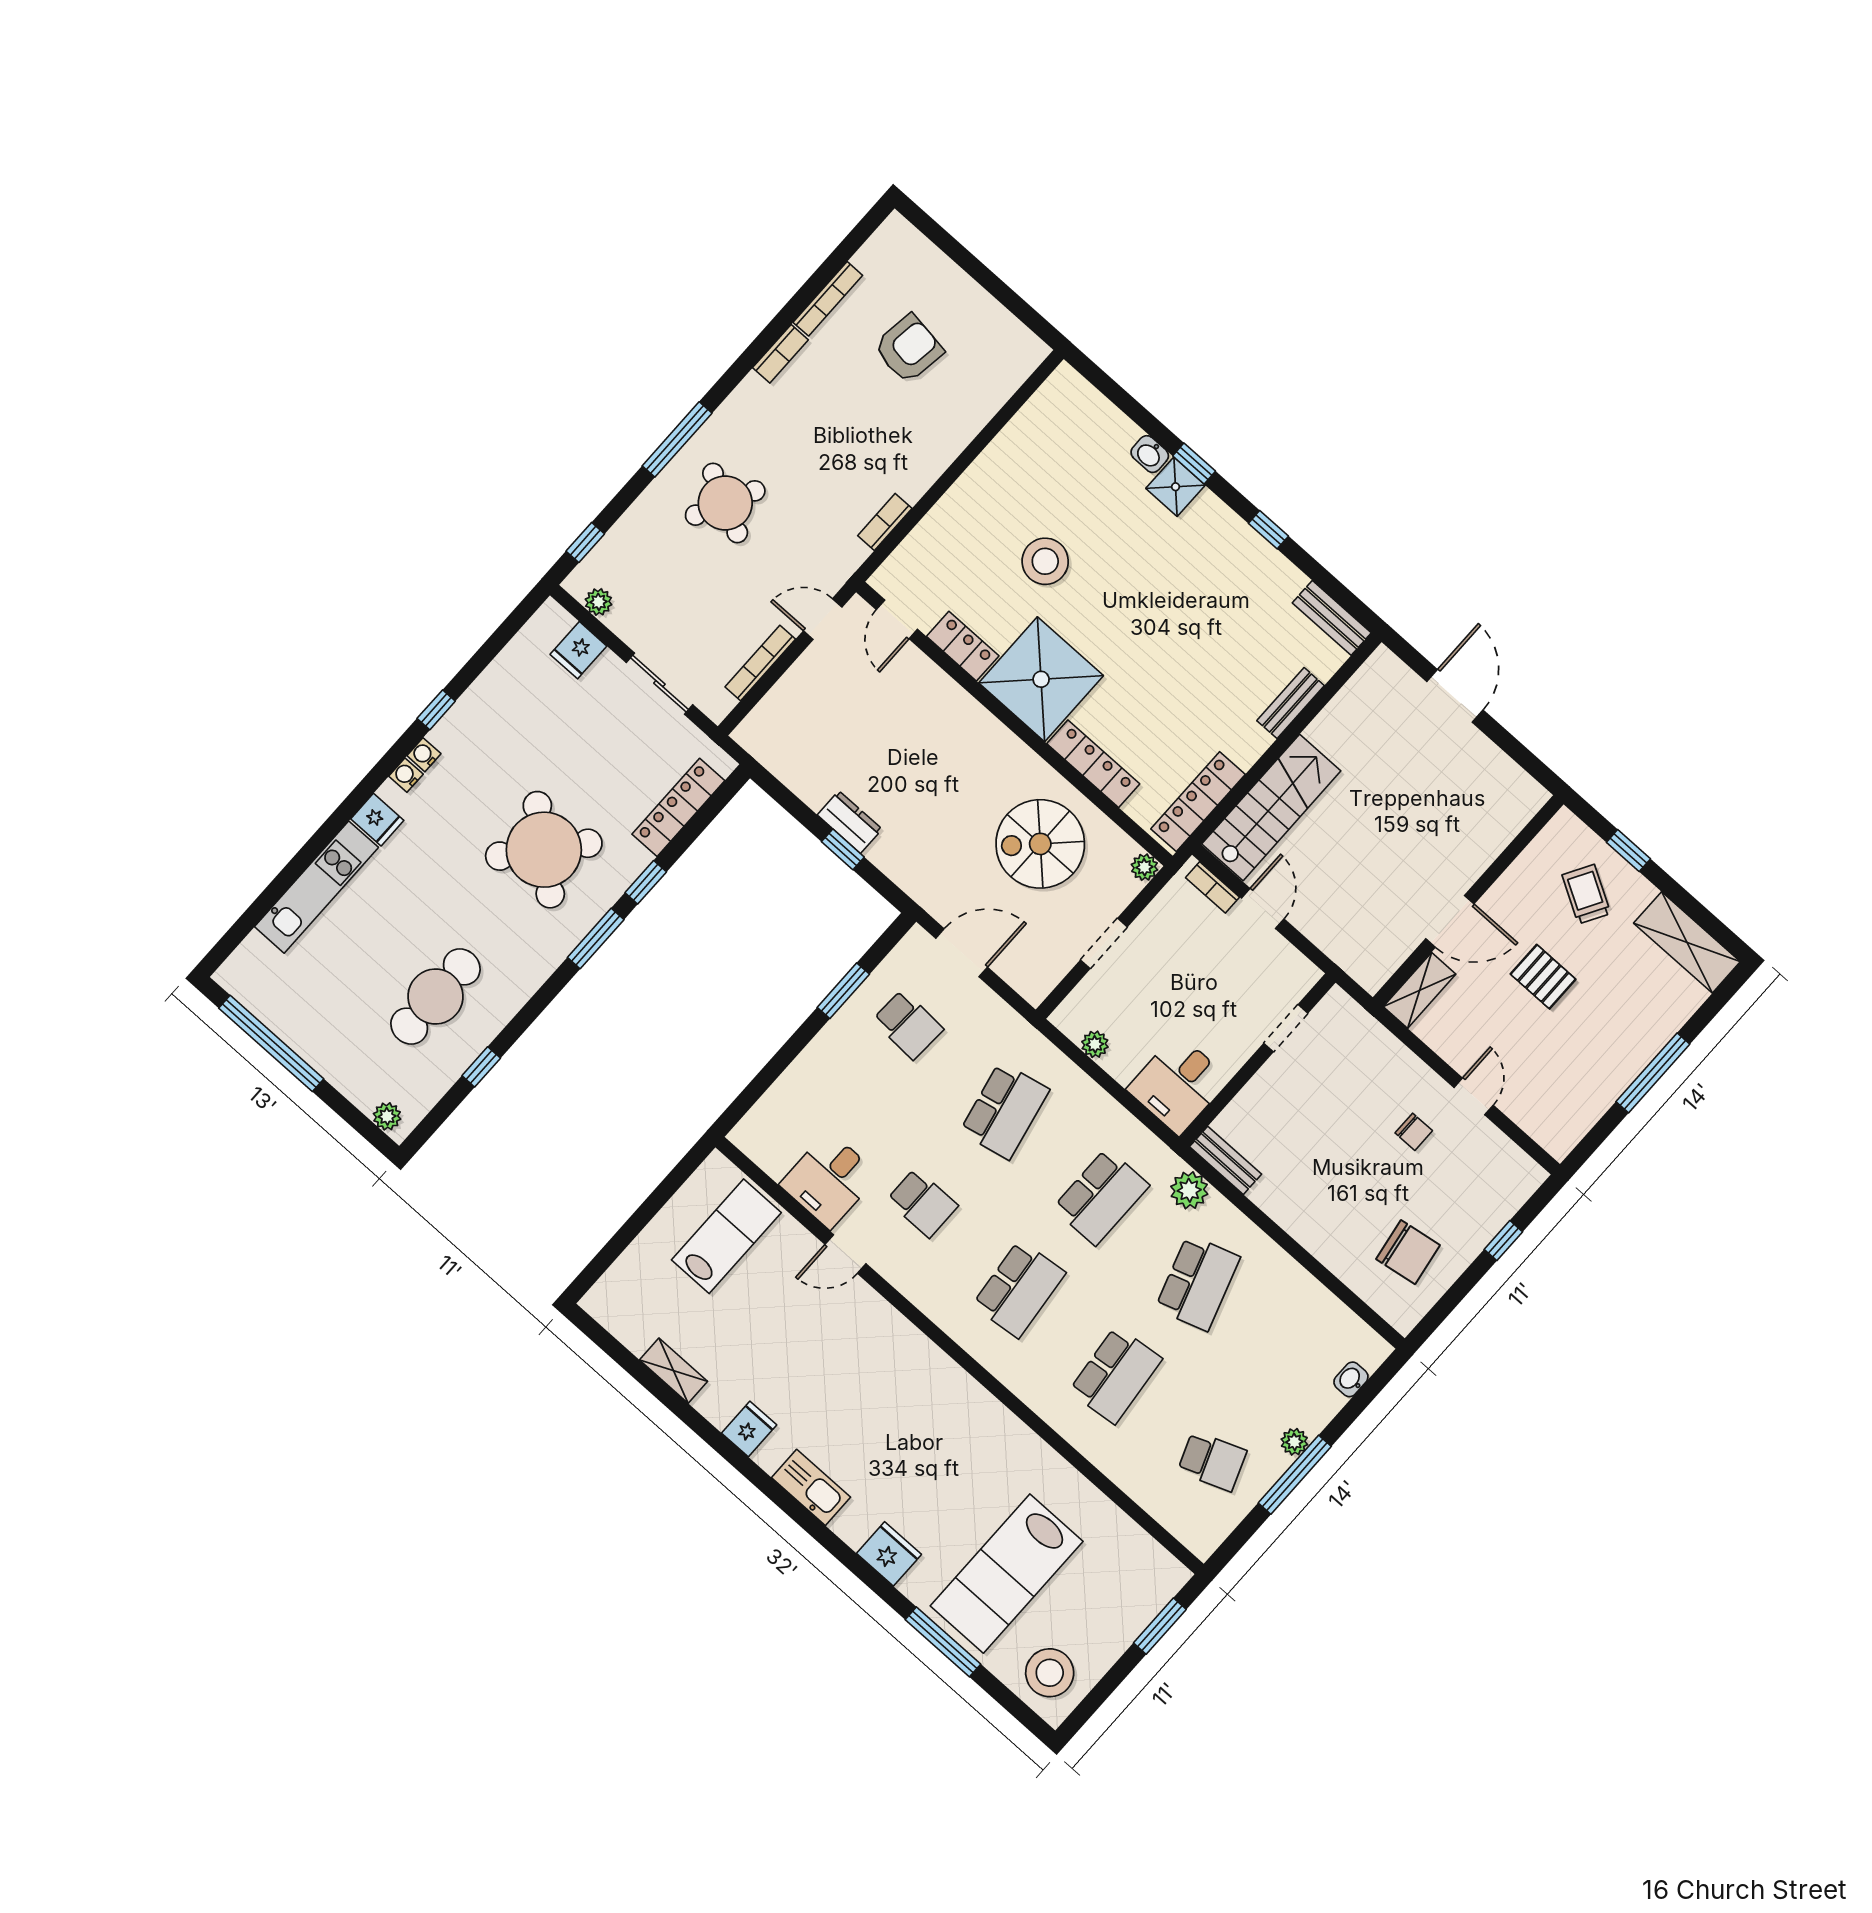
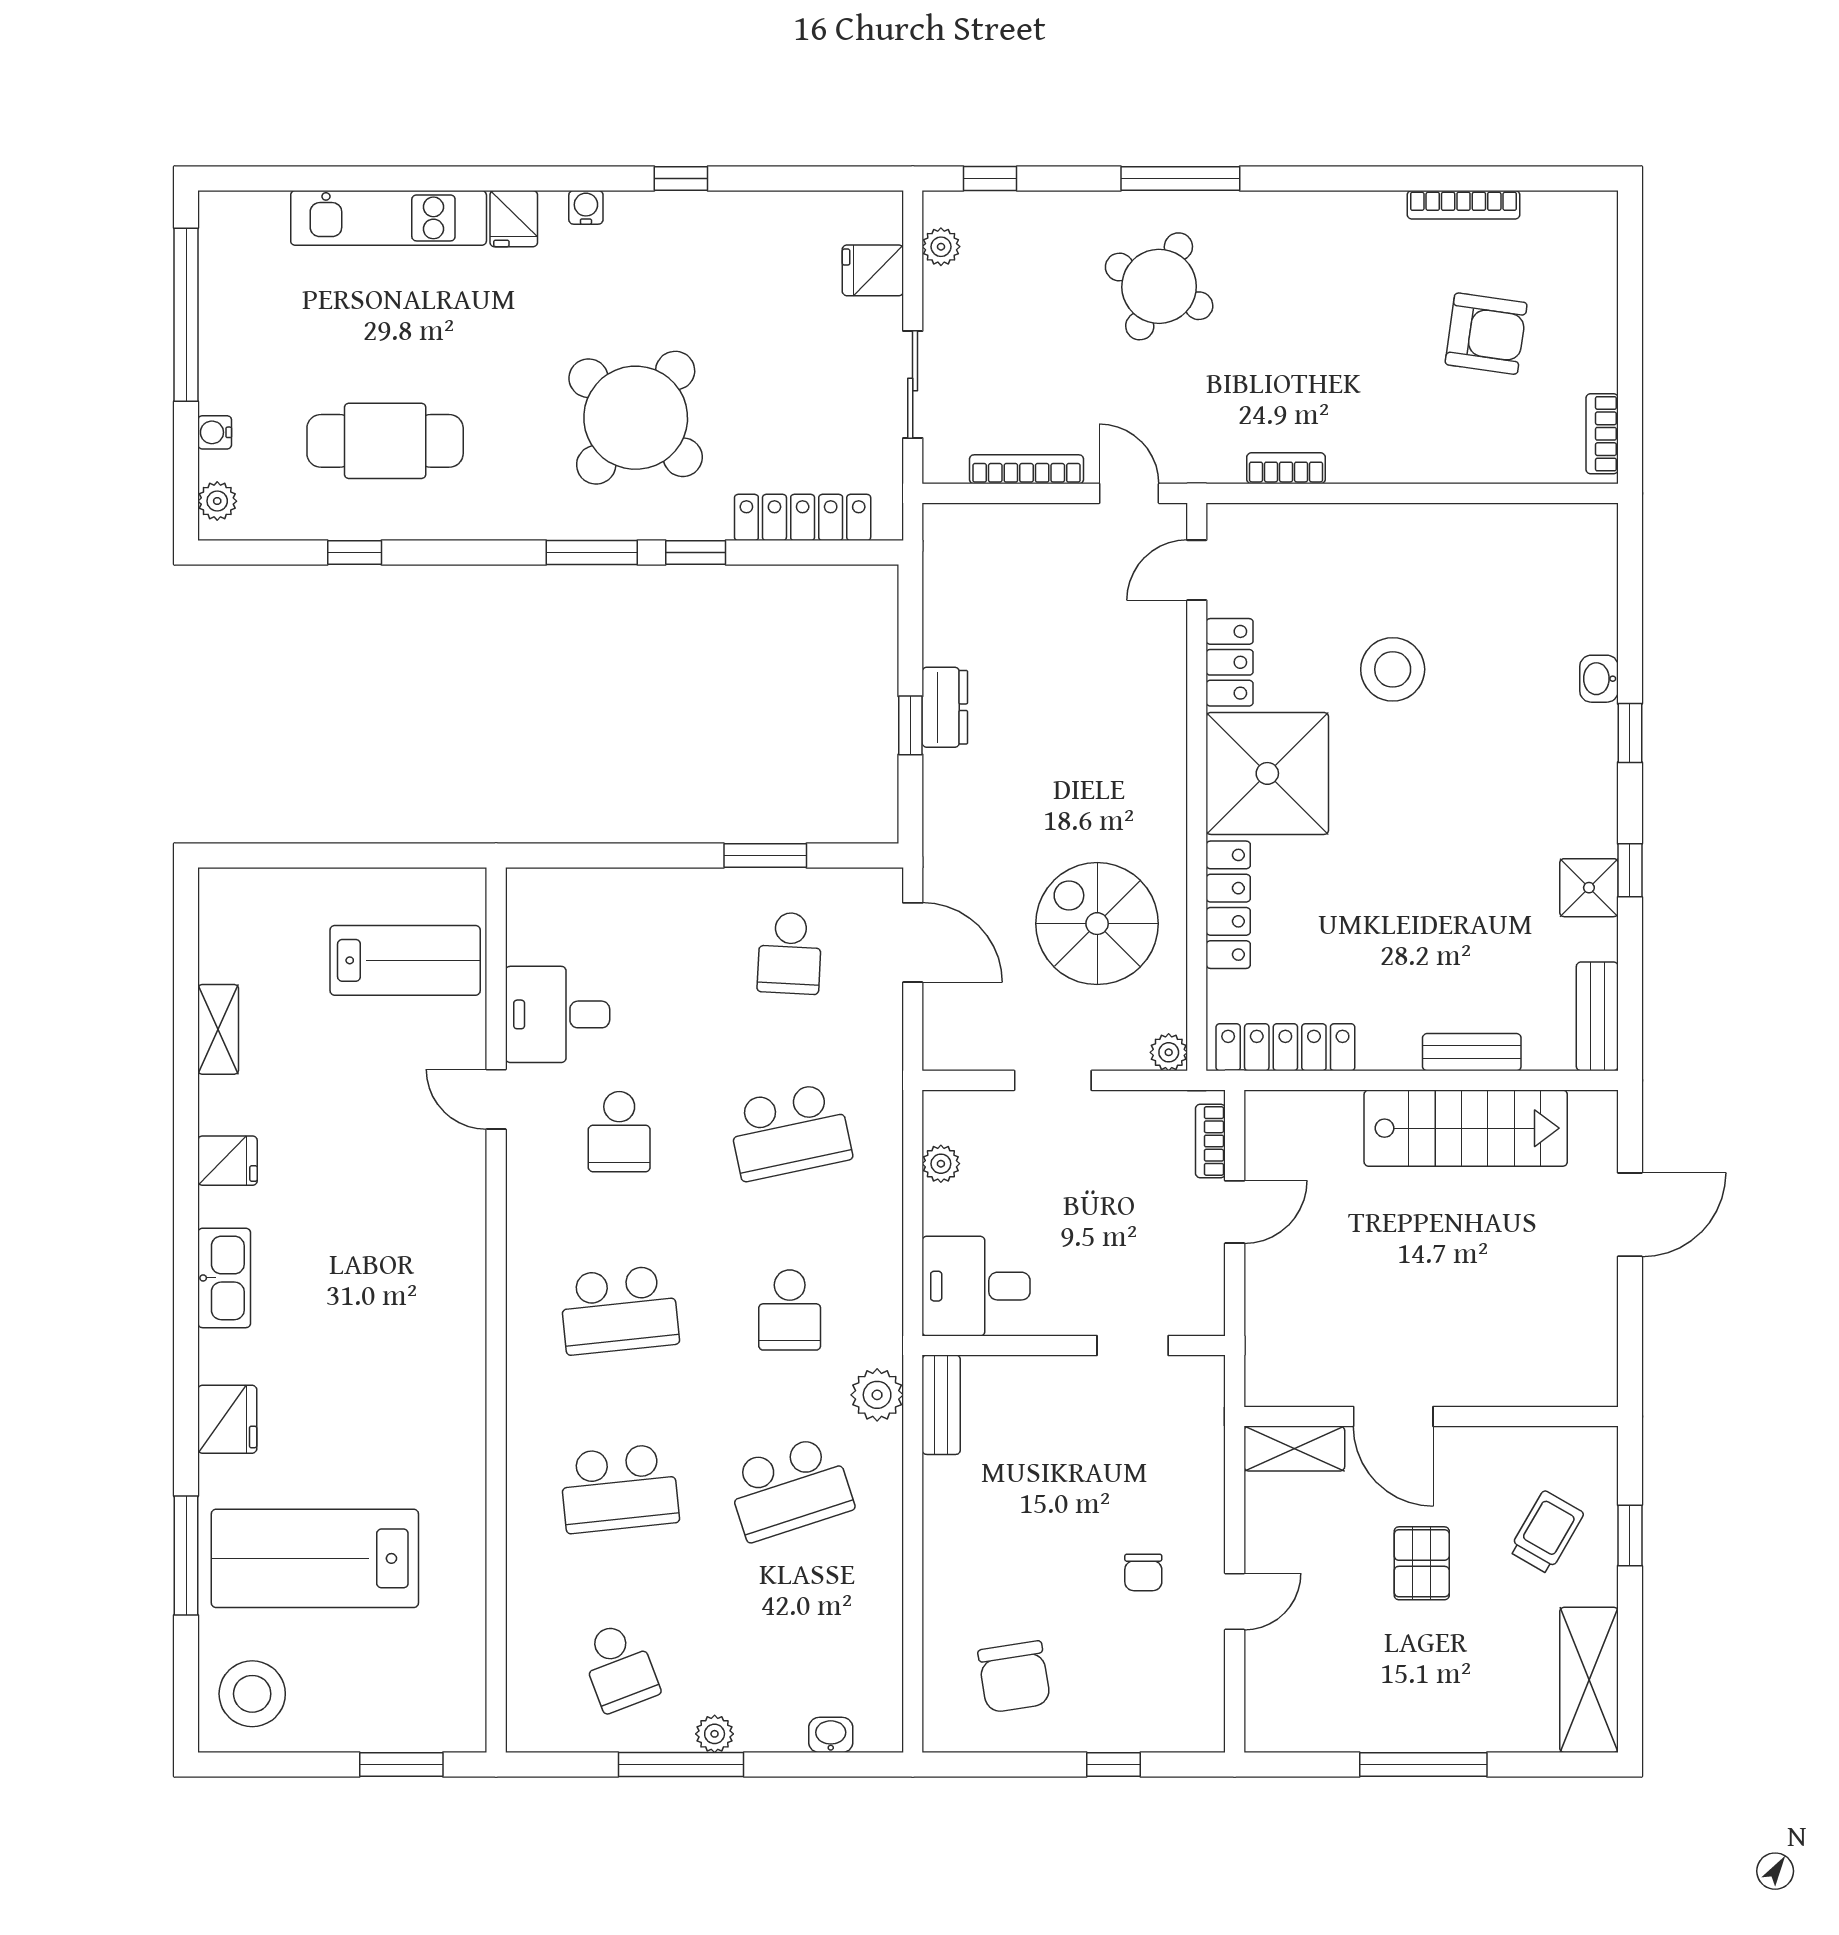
bookcase: (780, 354) -> (1602, 434), moved, turned 90
shower: (1175, 487) -> (1589, 888), moved
water cooler: (424, 755) -> (215, 432), moved, turned -90
stairs: (1271, 807) -> (1466, 1128), moved
school desk: (1101, 1197) -> (790, 1310), width x0.54

